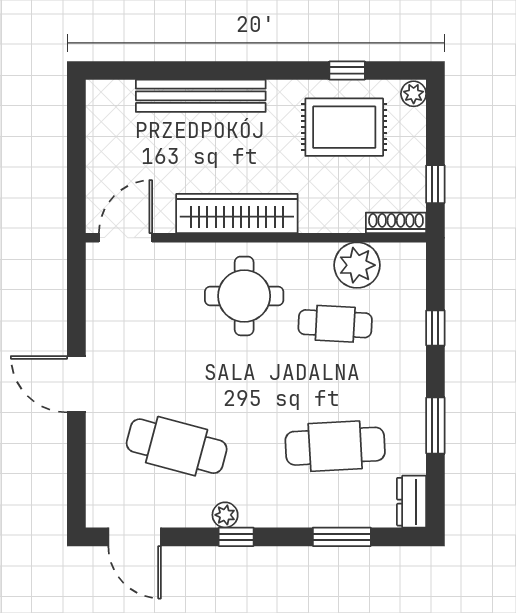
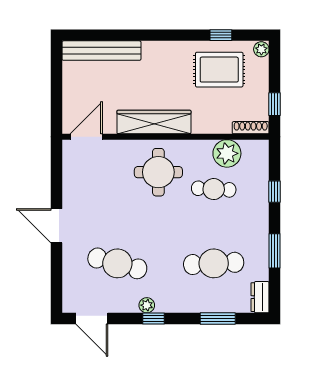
bench: (201, 96) -> (101, 51), moved

